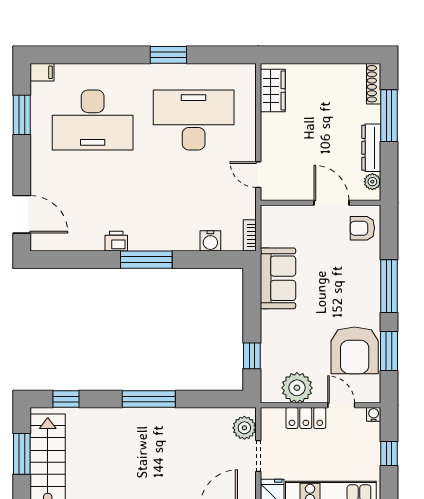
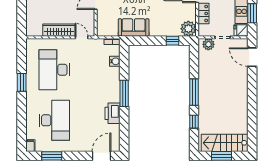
wardrobe: (273, 91) -> (59, 30), moved, width x1.50
door: (258, 175) -> (82, 37), swing flipped
printer: (116, 241) -> (113, 113), width x1.87, depth x1.48
plant: (297, 388) -> (188, 29), moved
window: (66, 399) -> (194, 122), moved

